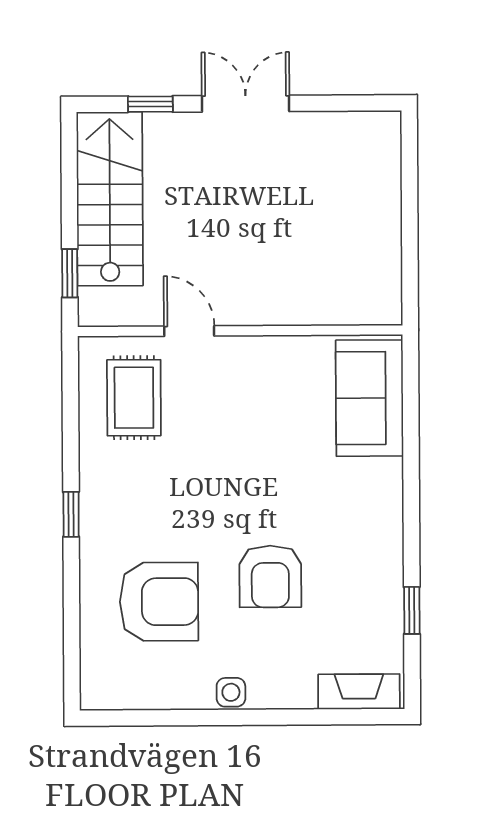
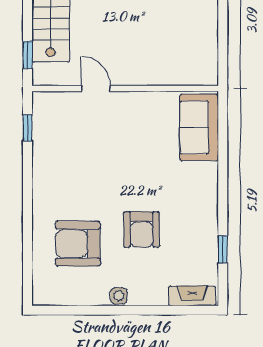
rug: (134, 398) -> (64, 126), removed
window: (71, 514) -> (28, 128), moved
armchair: (159, 602) -> (78, 244), turned 180

